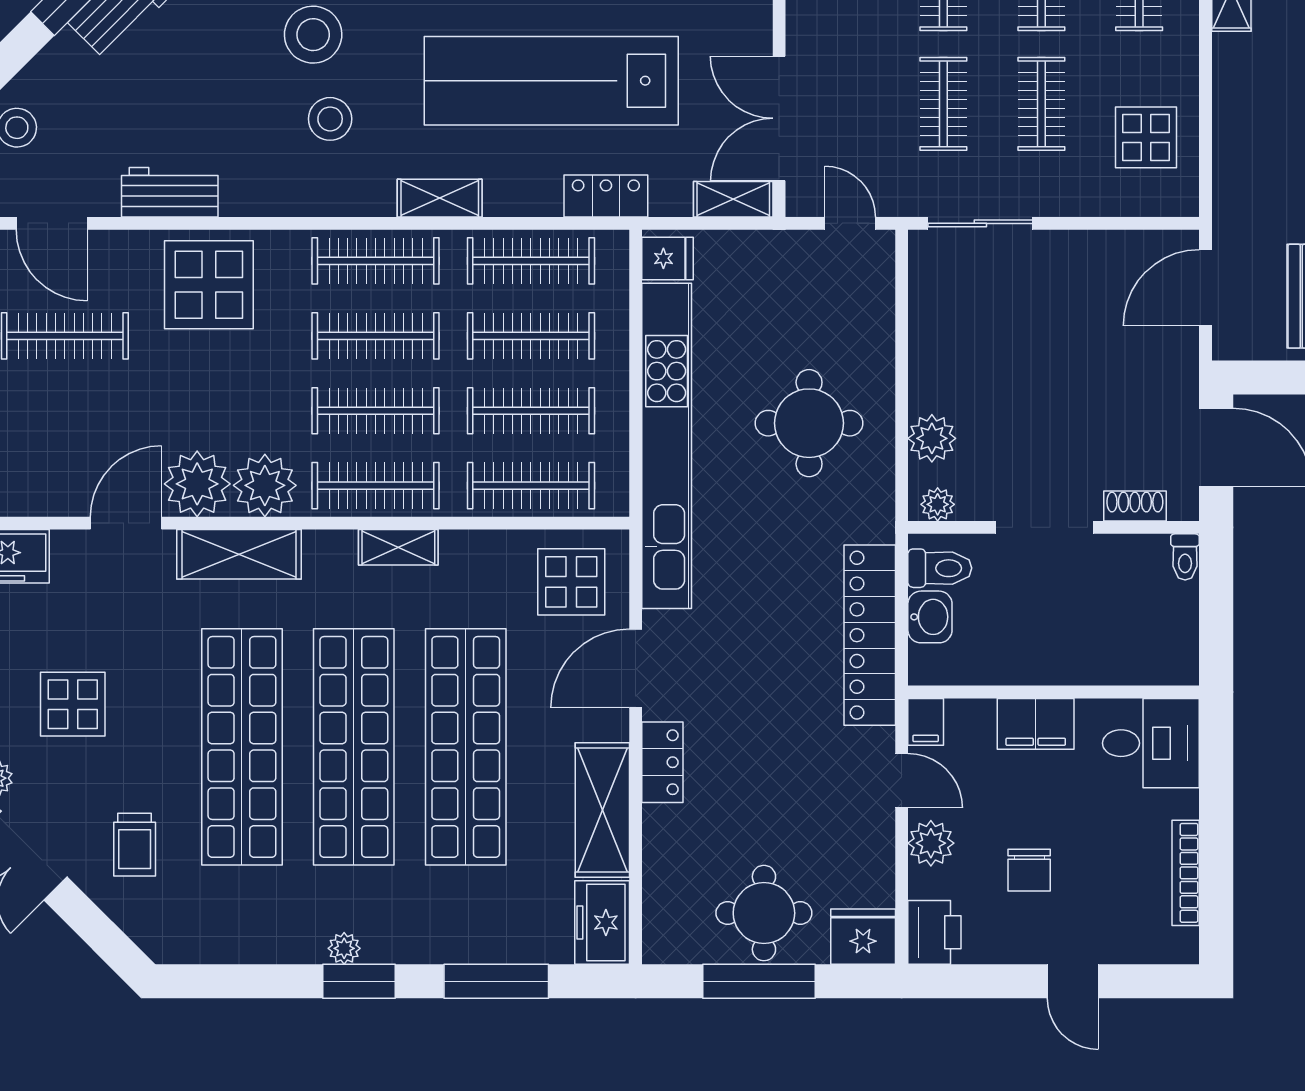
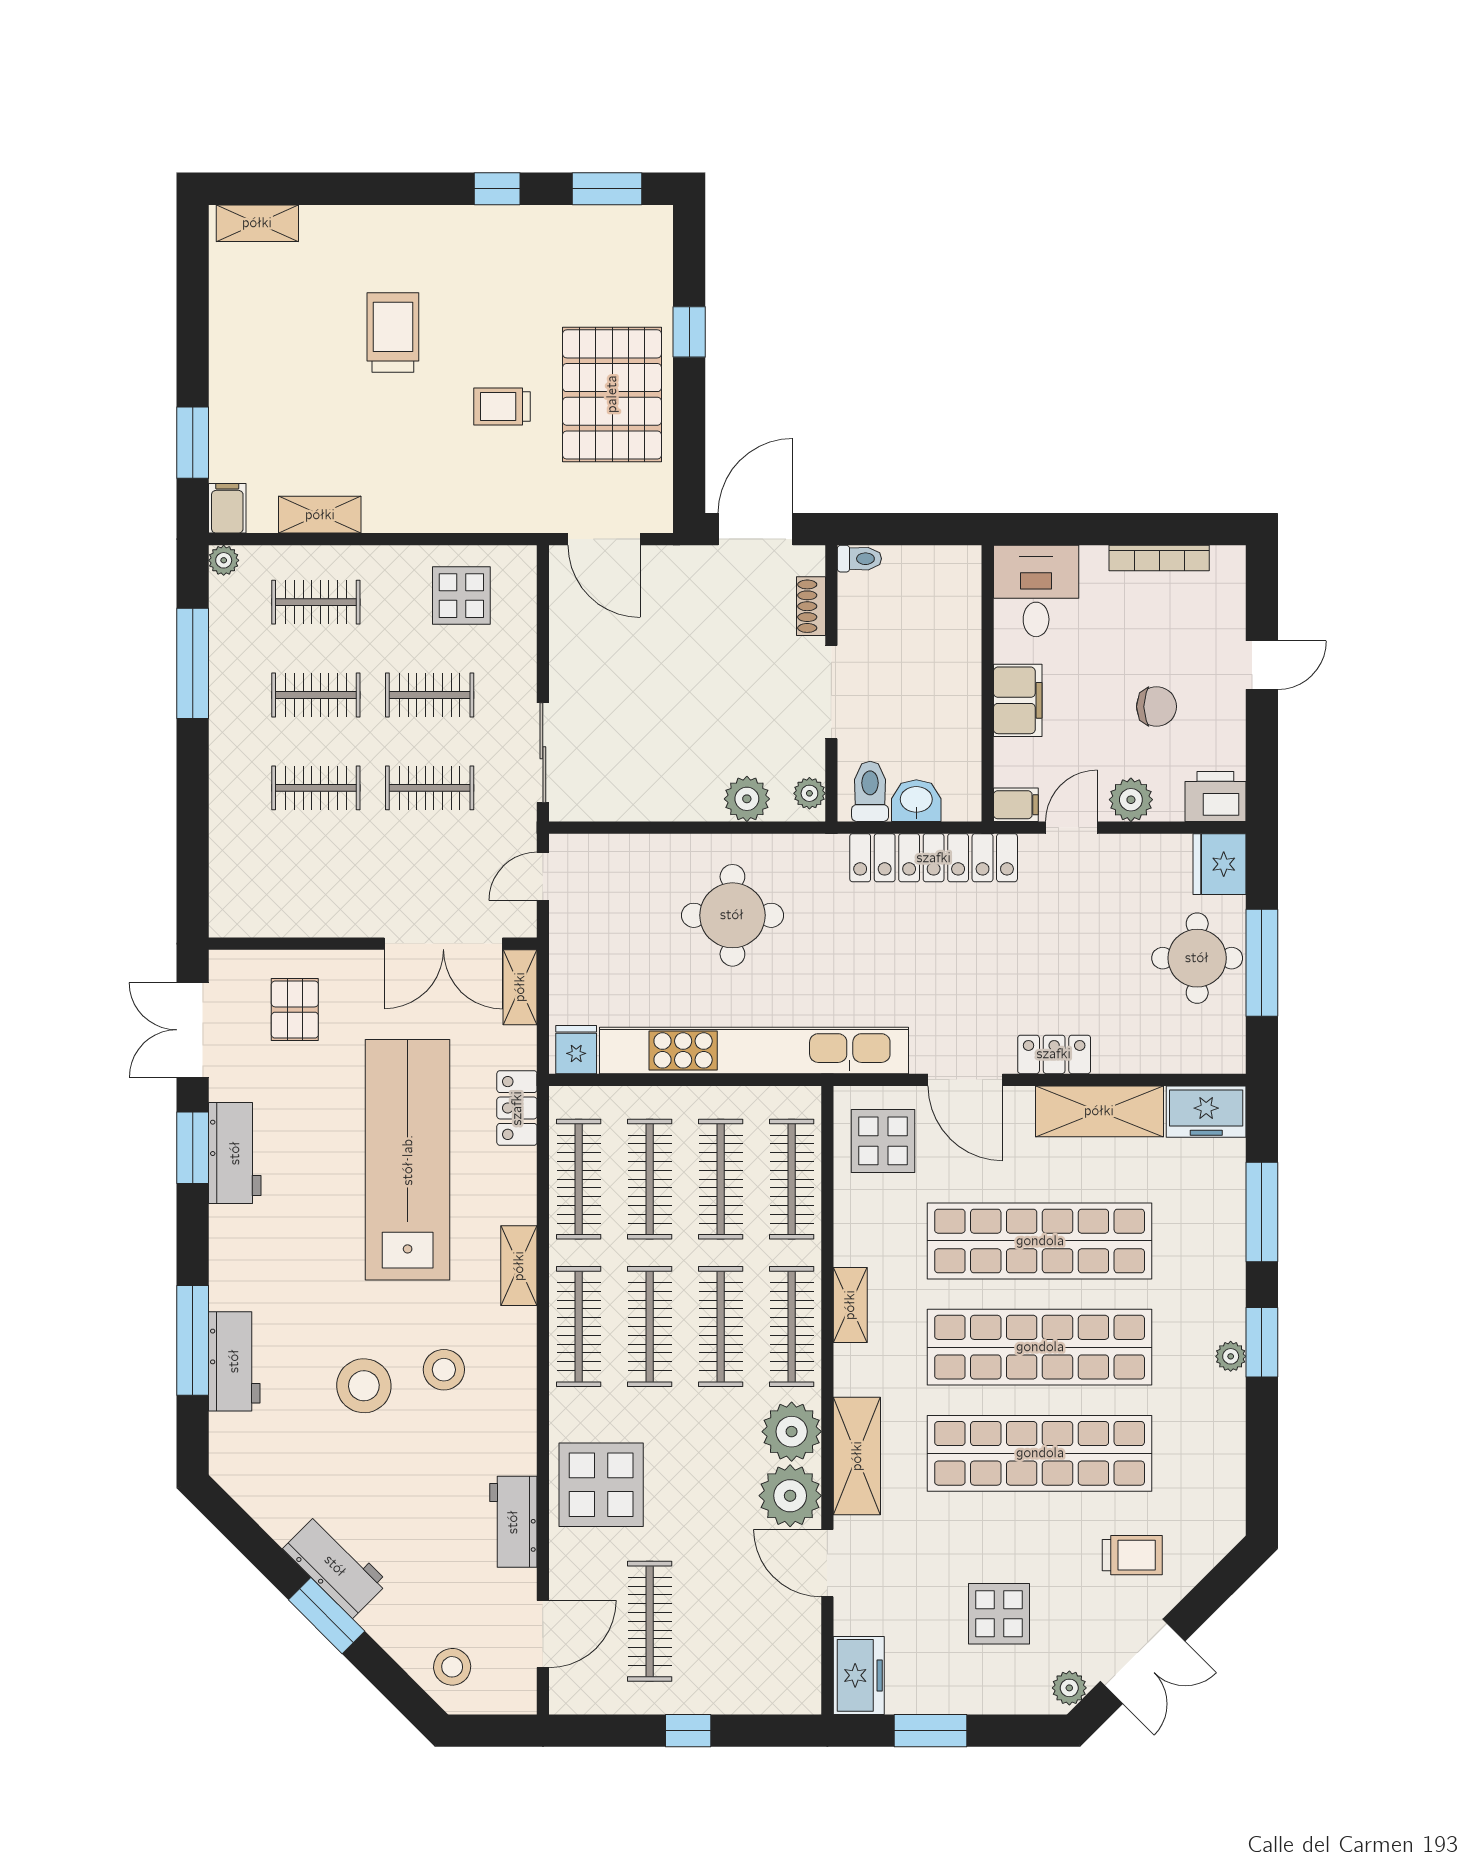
lab bench: (551, 81) -> (408, 1160), turned 180

